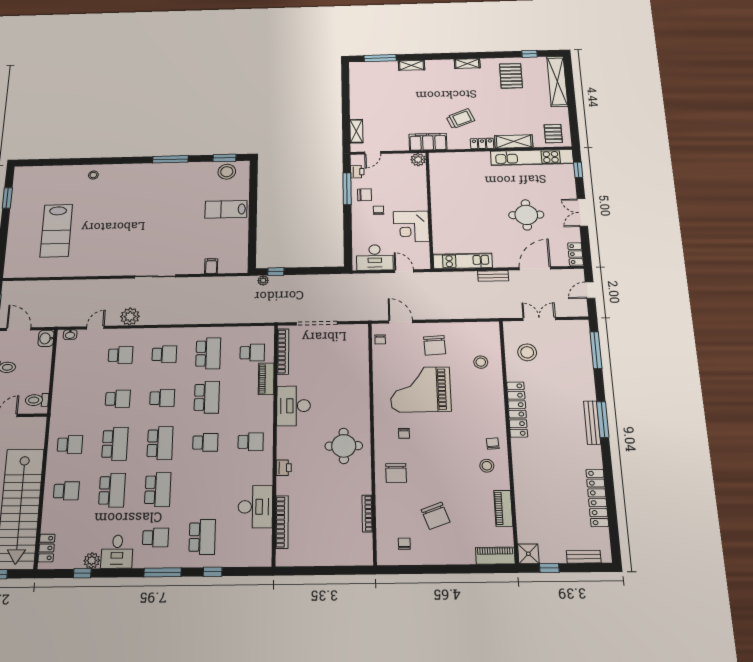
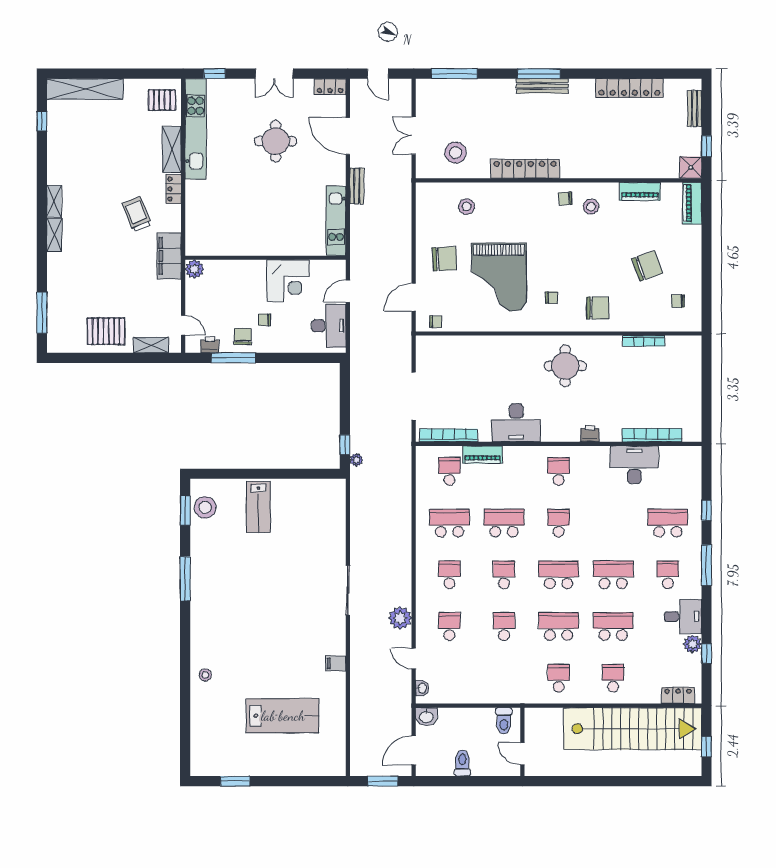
shelving: (412, 65) -> (54, 235), moved
pallet: (511, 76) -> (106, 331), moved
filing cabinet: (211, 266) -> (336, 663), moved

